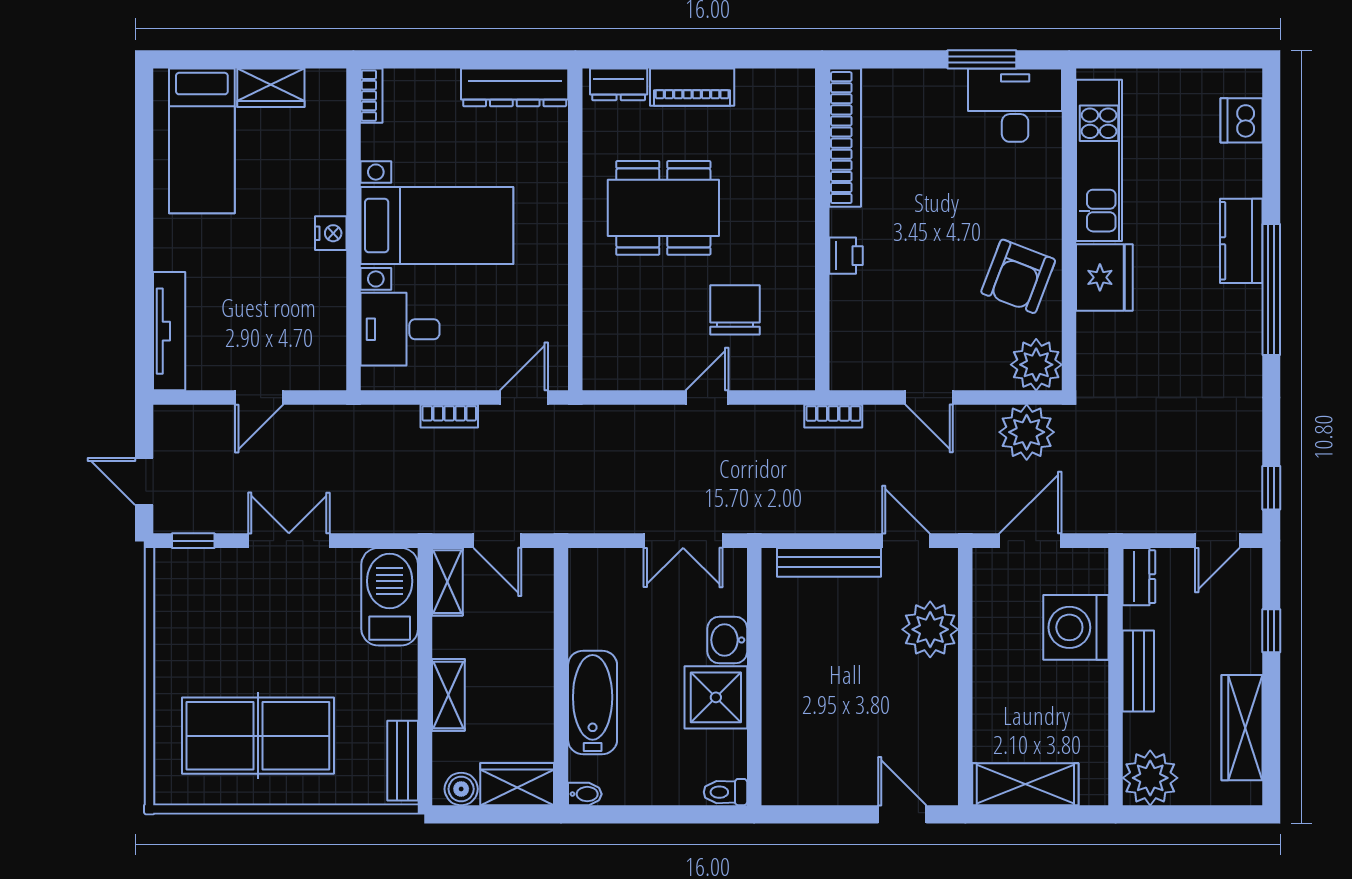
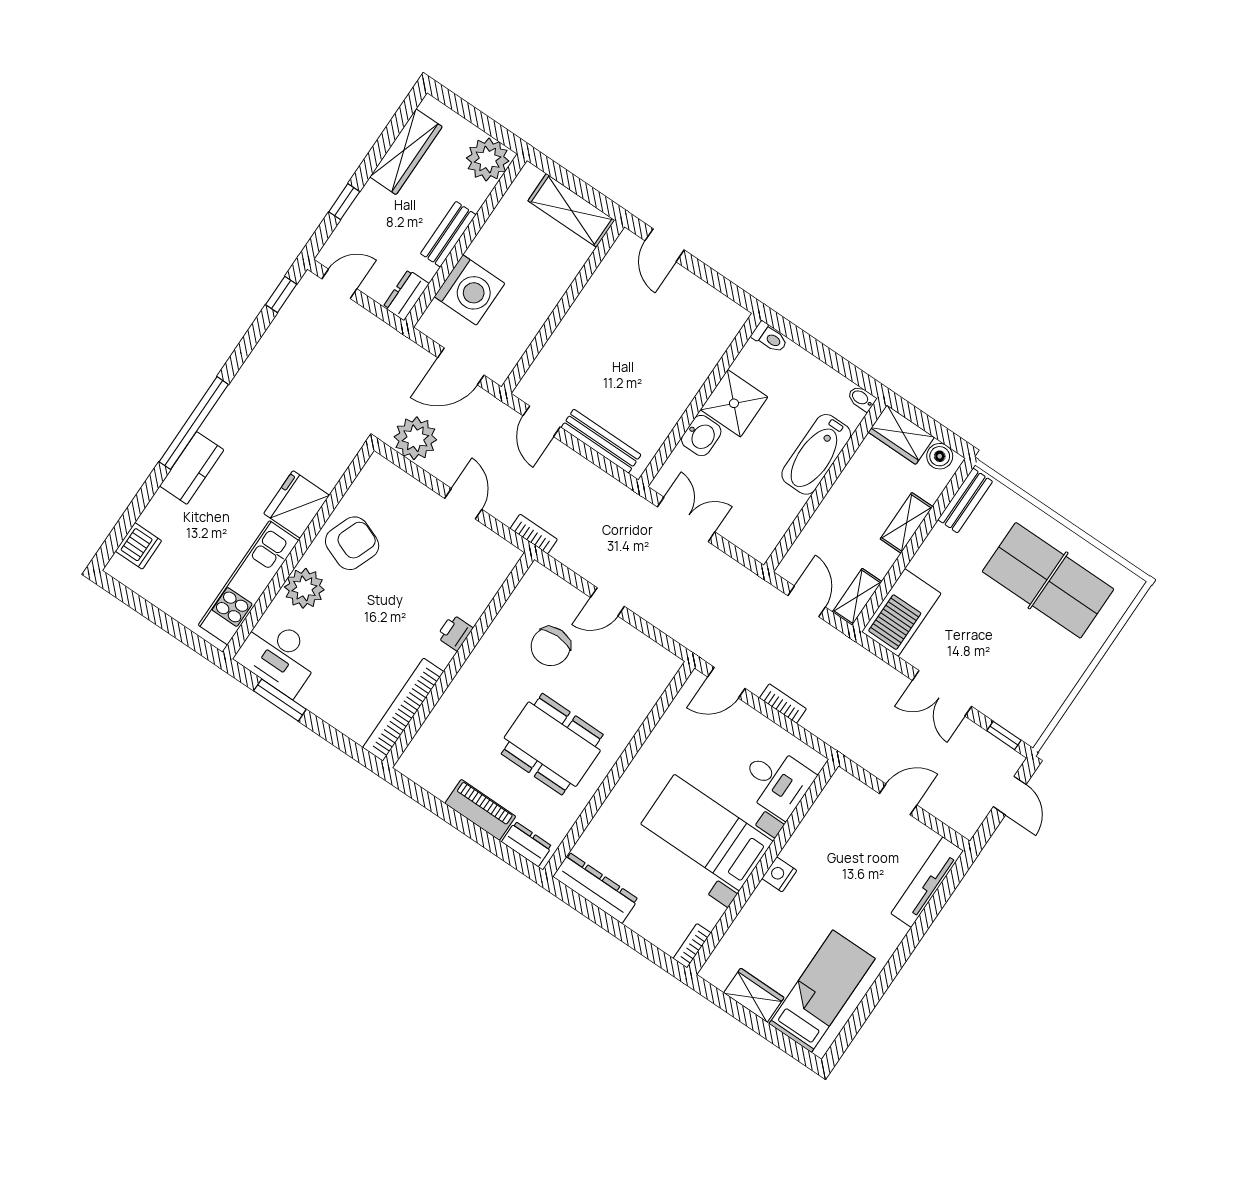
plant: (1036, 365) -> (304, 588), moved
plant: (930, 629) -> (565, 353), removed

